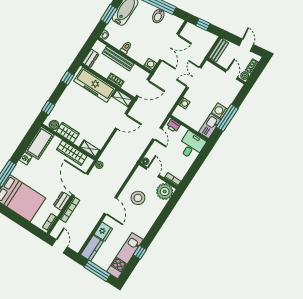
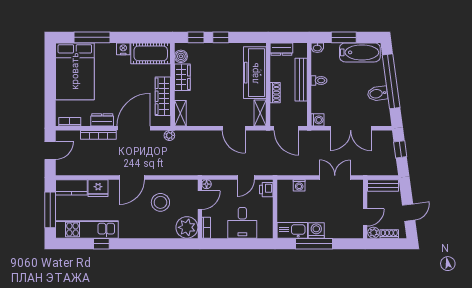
window: (67, 78) -> (221, 37), moved
desk: (191, 145) -> (242, 223), moved, turned 90

